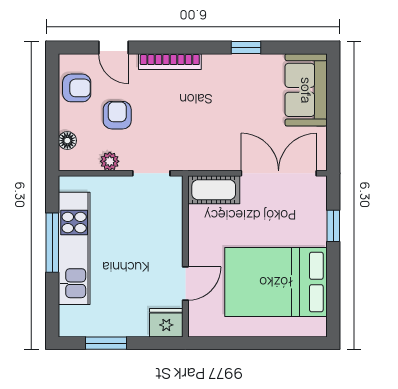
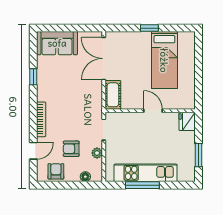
window: (333, 226) -> (149, 28), moved
bed: (276, 282) -> (164, 60), width x0.67
door: (185, 284) -> (153, 111), moved

